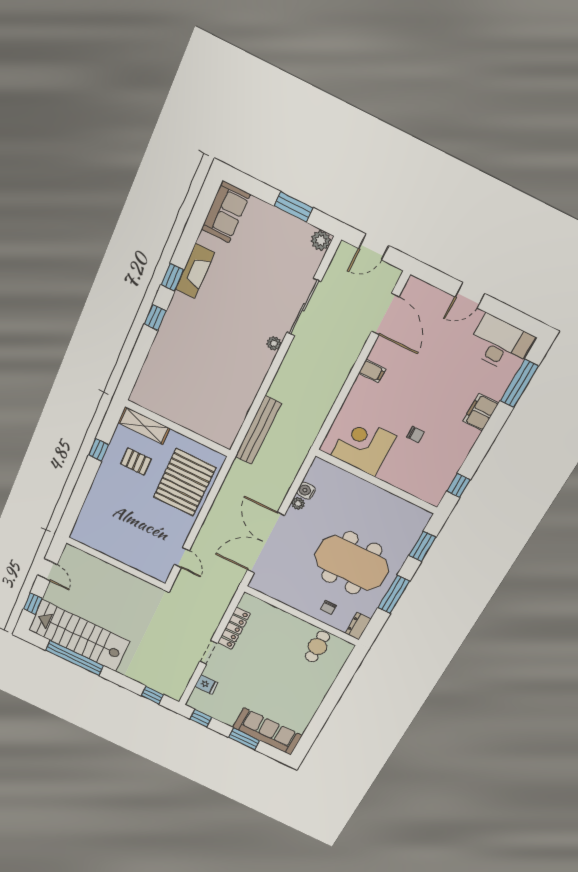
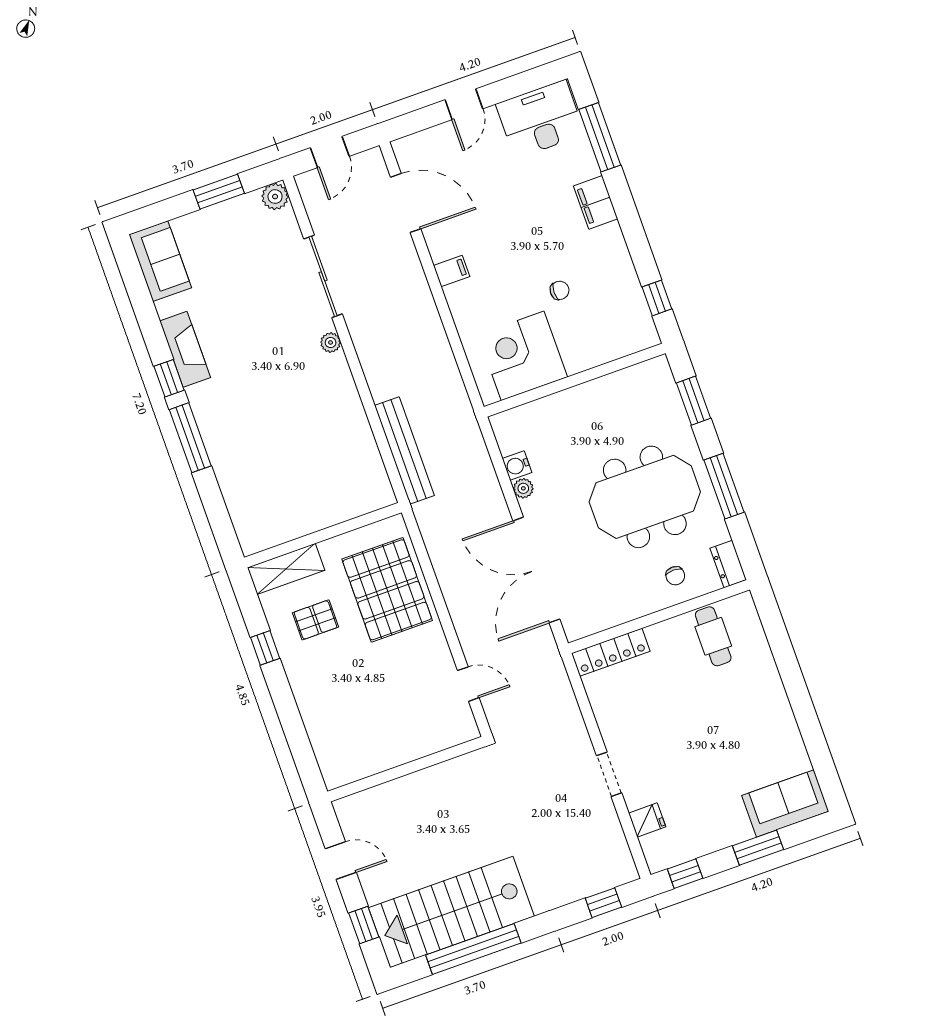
window: (155, 317) -> (190, 438), width x2.17
locker: (234, 628) -> (611, 652), moved, turned 90
sofa: (267, 731) -> (785, 803), width x0.73

